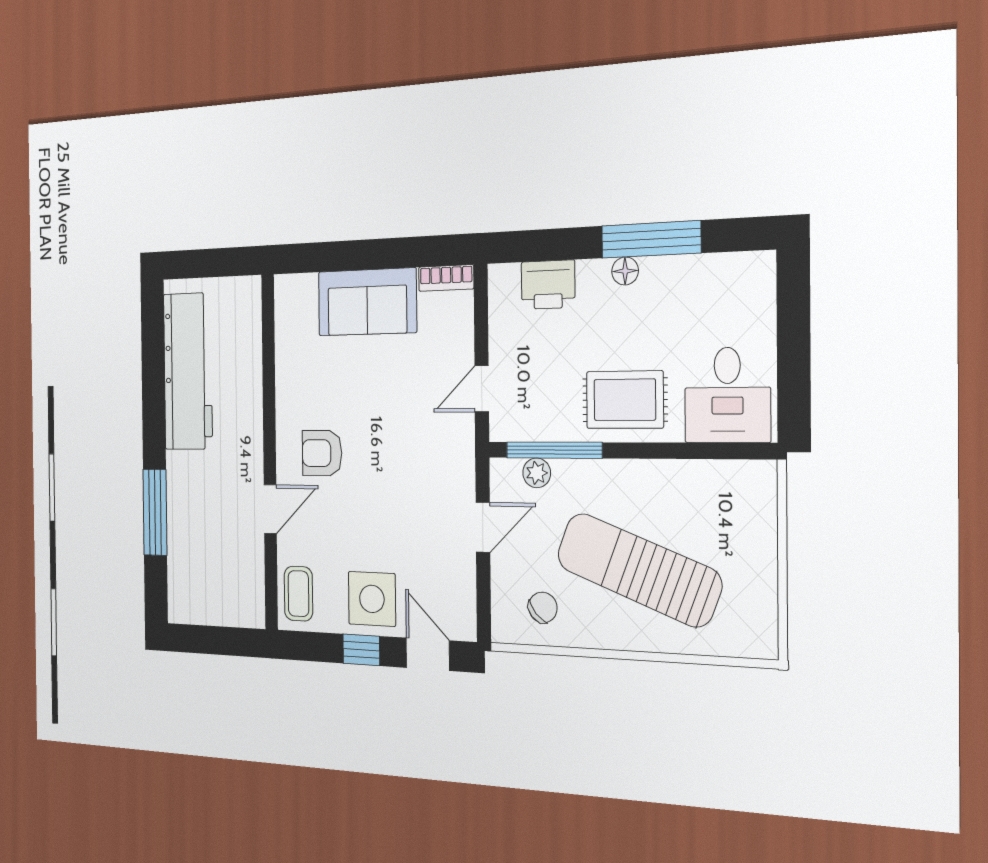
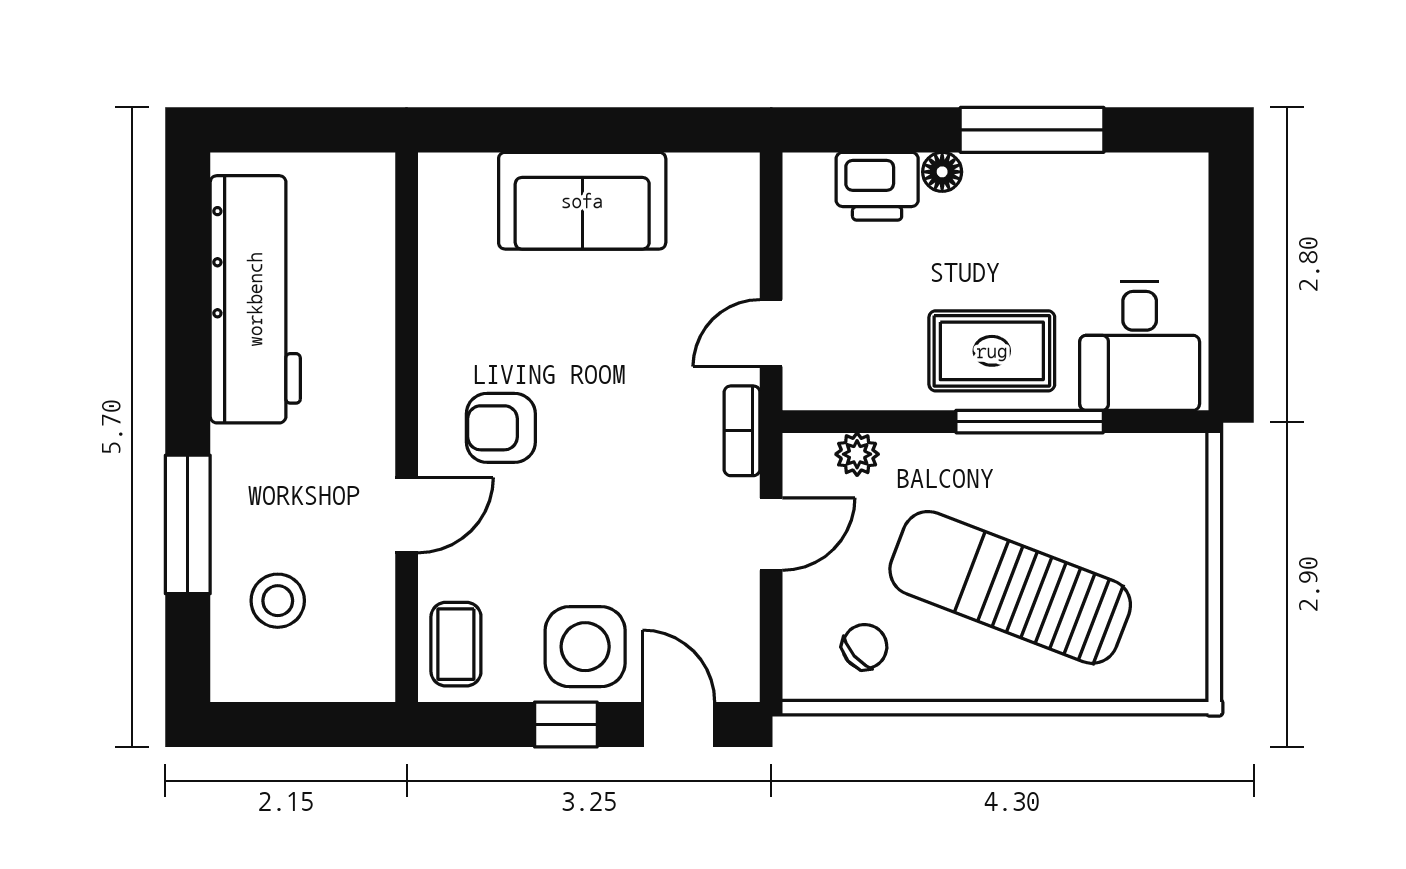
floor lamp: (625, 271) -> (942, 172), moved
bookcase: (446, 278) -> (742, 431), moved, turned 90
window: (554, 450) -> (1030, 422), moved
stool: (202, 561) -> (278, 601), added

